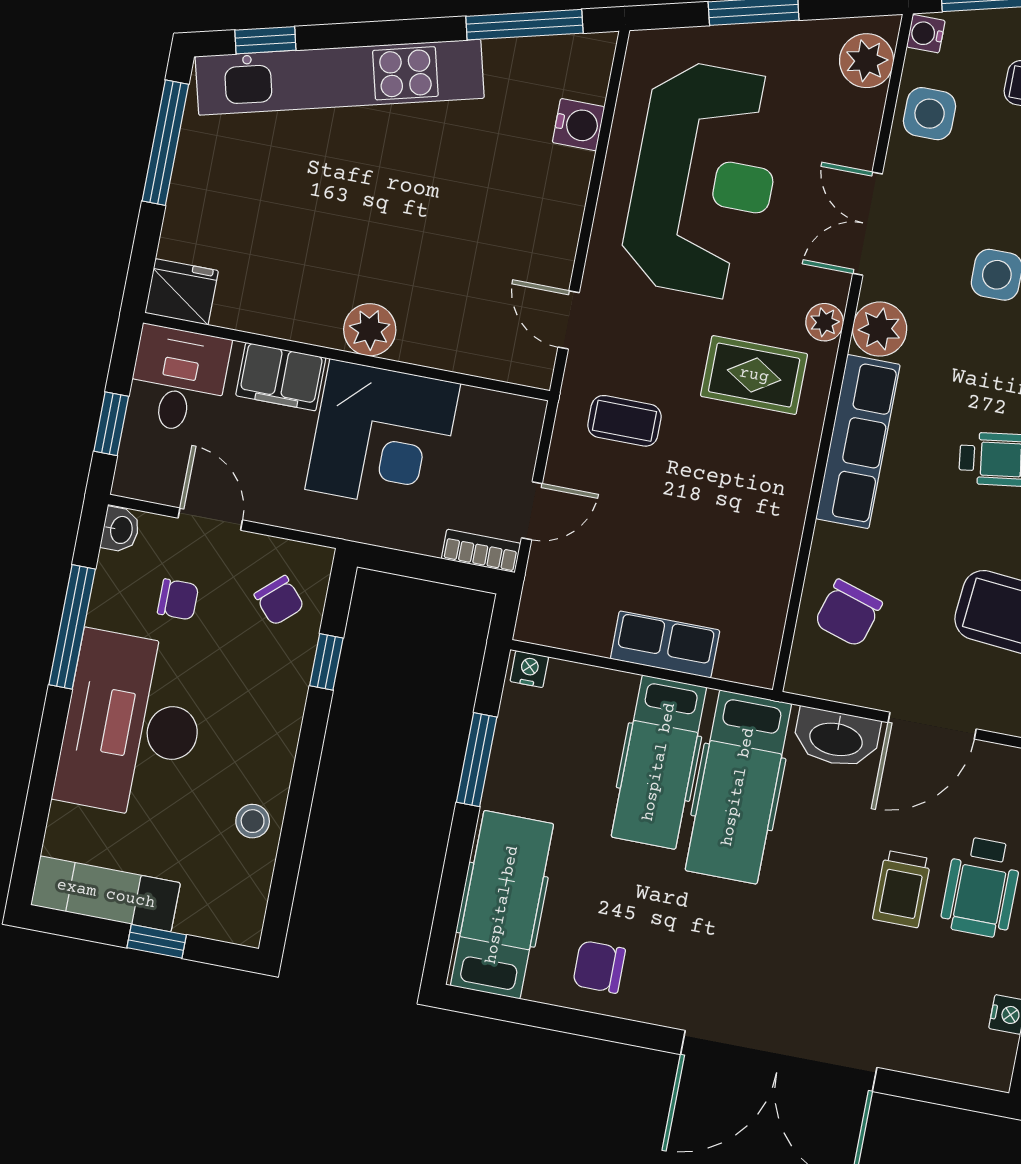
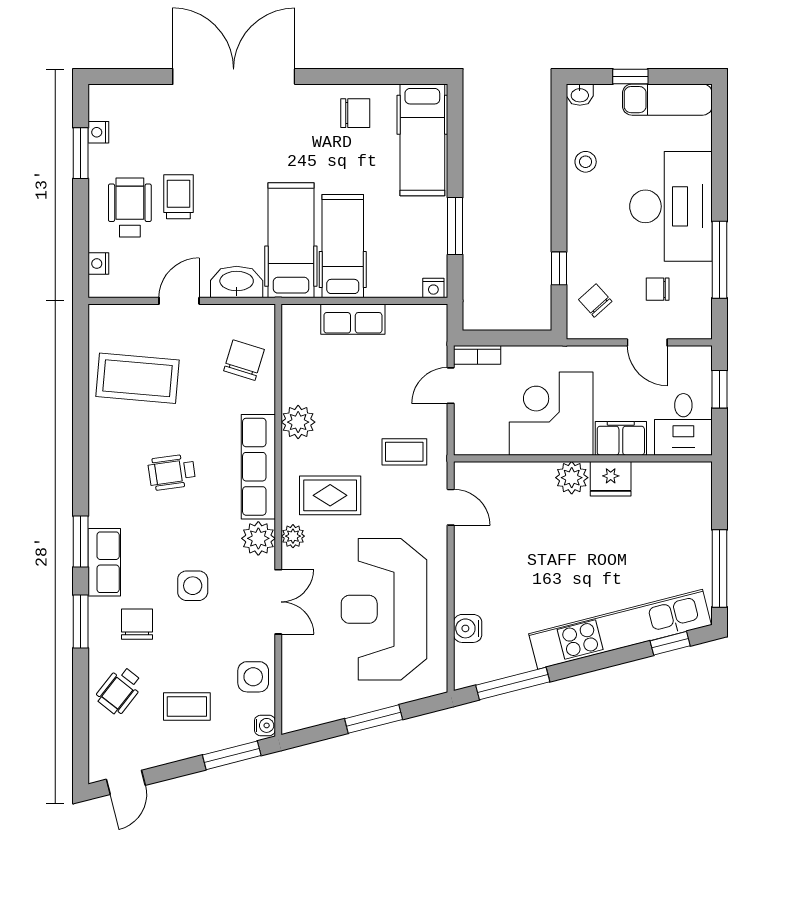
plant: (867, 61) -> (298, 422), moved
fridge: (182, 292) -> (611, 479), moved
washbasin: (120, 530) -> (580, 95), moved, turned -90
door: (932, 726) -> (179, 301), width x0.73

